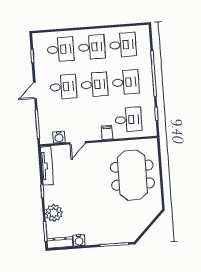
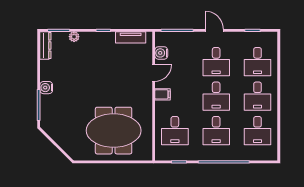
filing cabinet: (107, 132) -> (162, 94), moved
door: (78, 143) -> (154, 73), swing flipped
tv unit: (47, 166) -> (131, 37), width x0.71
plant: (54, 213) -> (74, 37), width x0.53, depth x0.53
water cooler: (79, 240) -> (46, 88), moved

